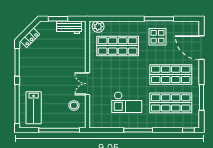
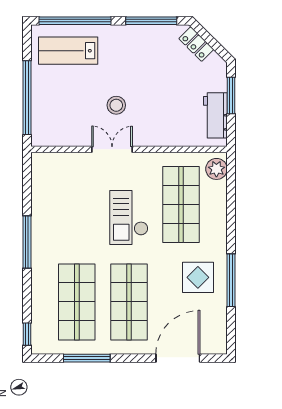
checkout: (127, 102) -> (129, 218), moved
stool: (74, 105) -> (116, 105), moved

